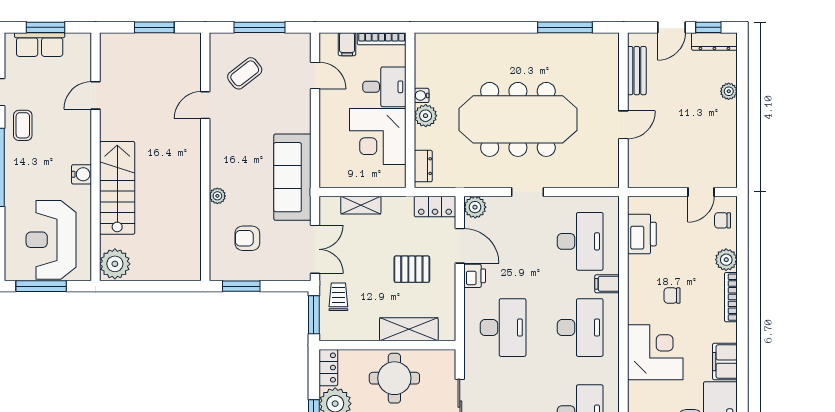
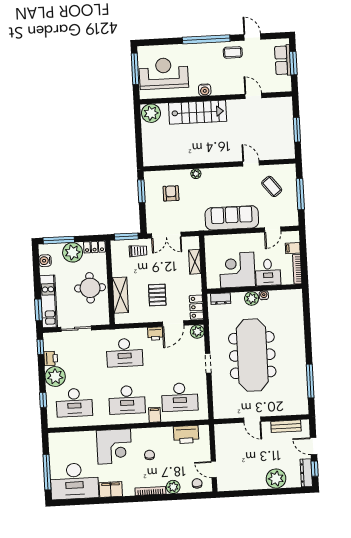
plant: (729, 91) -> (276, 479), width x1.88, depth x1.88
sofa: (292, 177) -> (232, 218), moved

